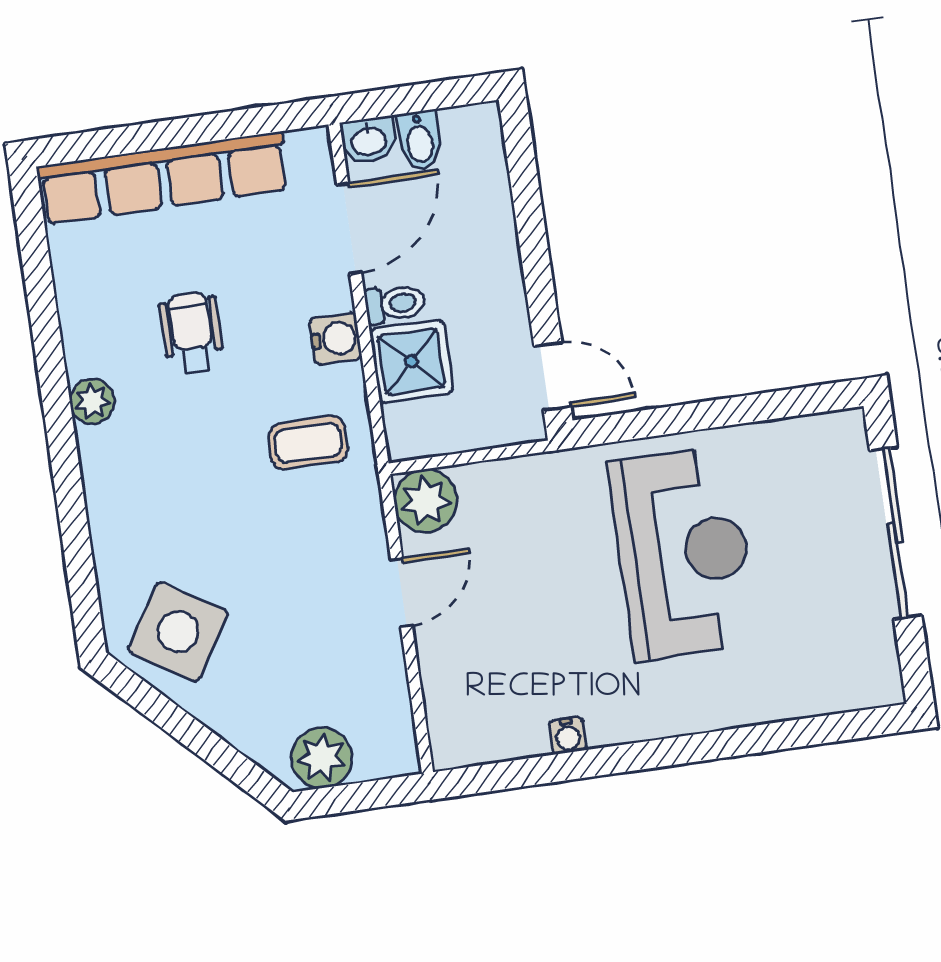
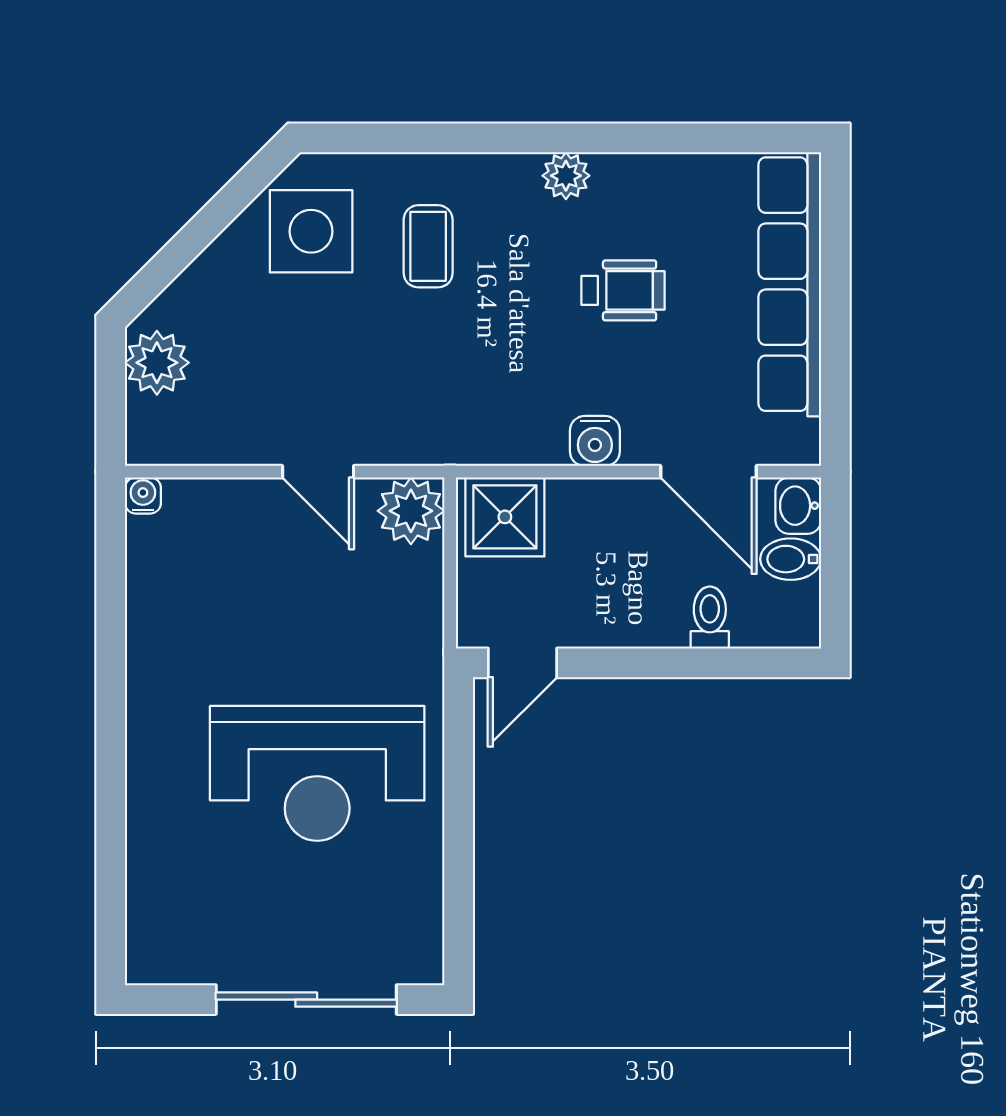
toilet: (395, 304) -> (710, 618), moved, turned 180
shower: (411, 362) -> (505, 517), moved
coffee table: (308, 443) -> (428, 246), moved
side table: (178, 632) -> (311, 231), turned -32
water cooler: (568, 736) -> (143, 495), moved, turned 90

